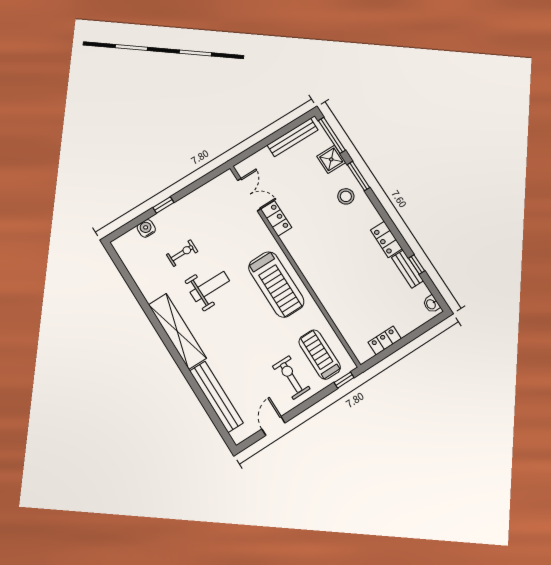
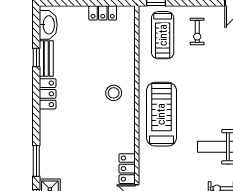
stool: (346, 196) -> (114, 93), moved
washbasin: (431, 304) -> (48, 25), width x1.91, depth x1.45
exercise bike: (291, 378) -> (197, 32), width x0.73, depth x0.72

